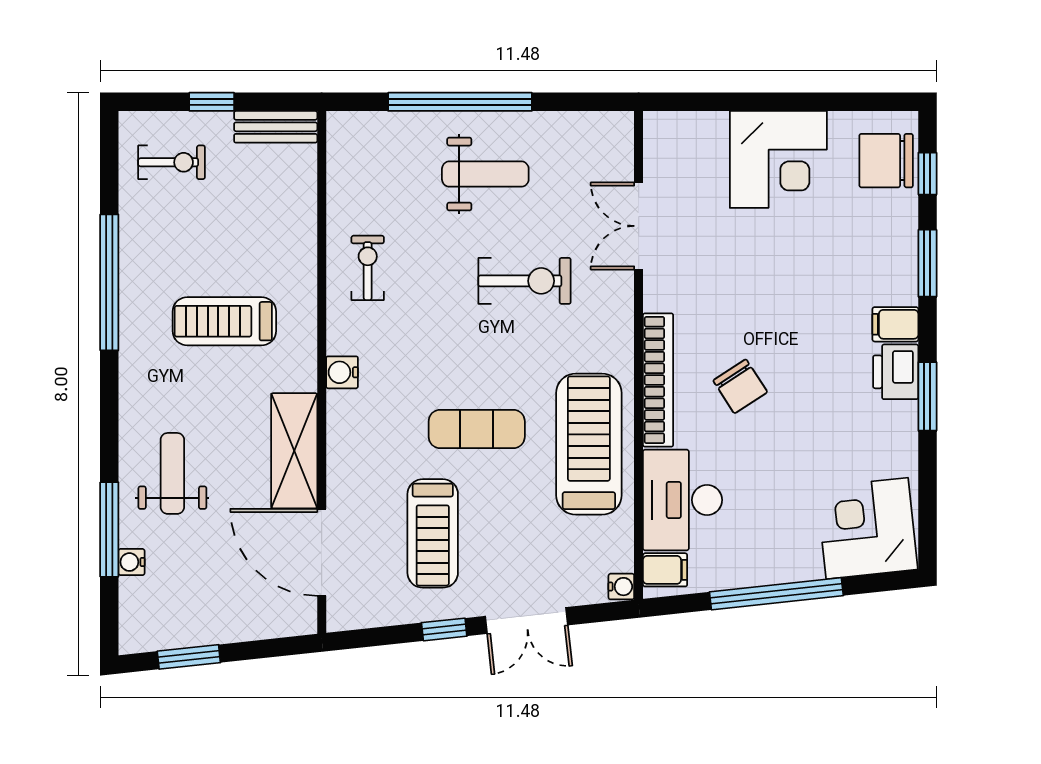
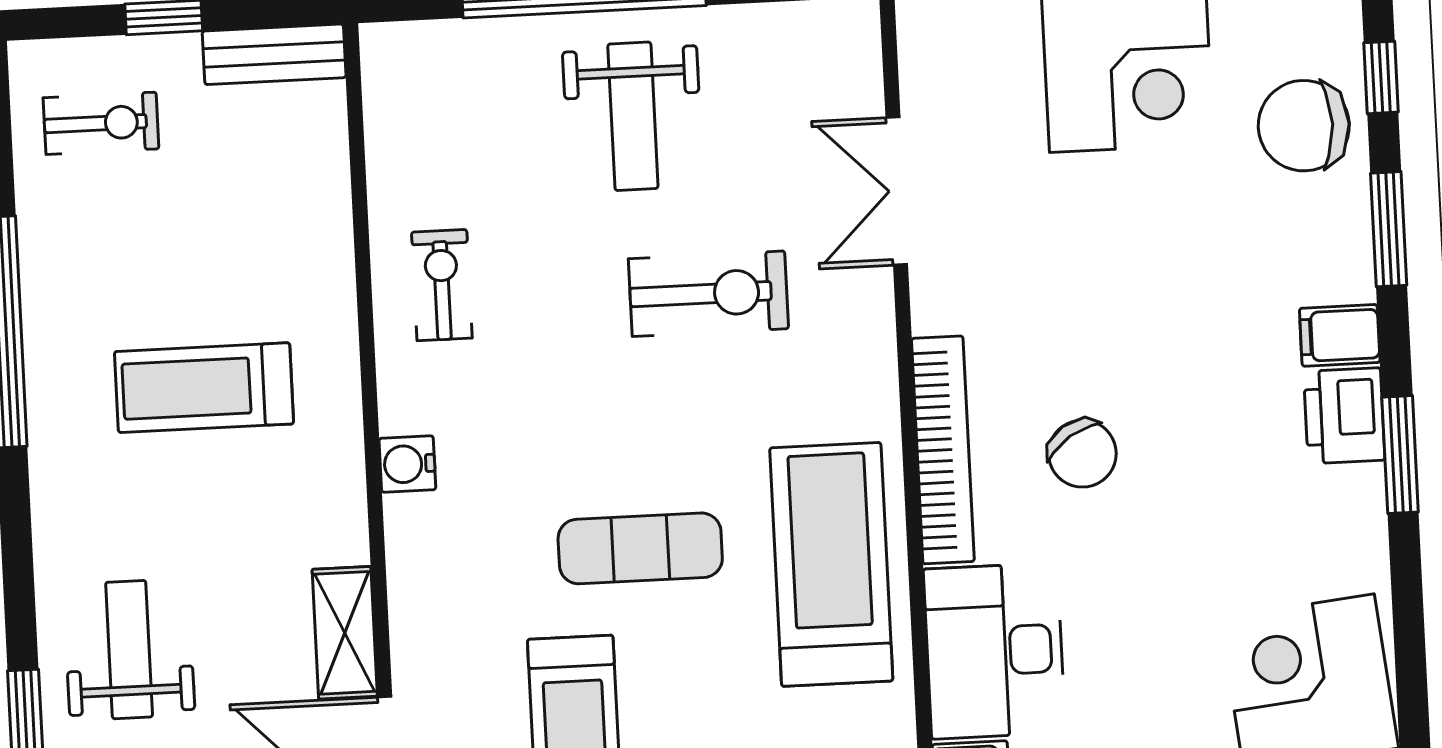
chair: (886, 161) -> (1304, 126), moved
weight bench: (485, 174) -> (633, 116), turned 90
shelving: (294, 451) -> (345, 633), width x0.67, depth x0.75

